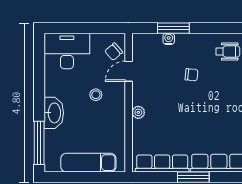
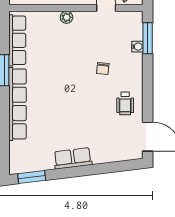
window: (173, 28) -> (148, 38), moved

